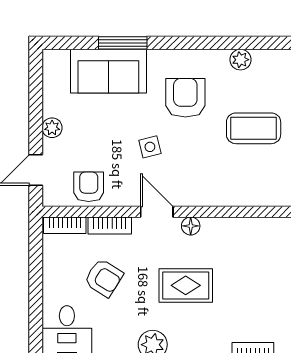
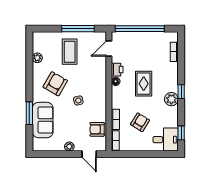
armchair: (185, 98) -> (55, 84), turned 120
door: (157, 212) -> (109, 48), moved
printer: (216, 229) -> (117, 70), added

